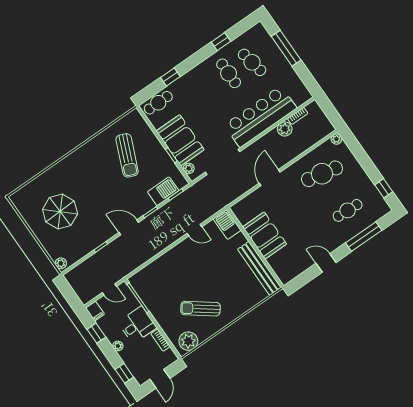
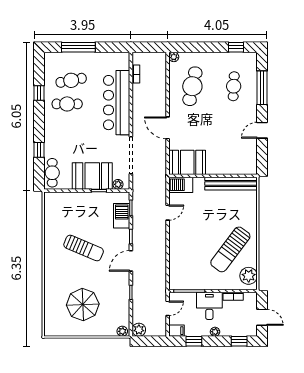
plant: (285, 129) -> (139, 330), moved
sun lounger: (127, 155) -> (84, 248), moved
booth: (265, 235) -> (187, 162), moved
sun lounger: (200, 309) -> (230, 249), width x1.36, depth x1.34

